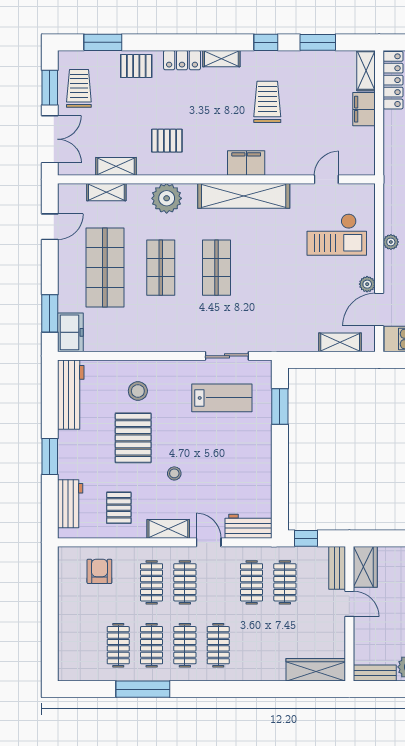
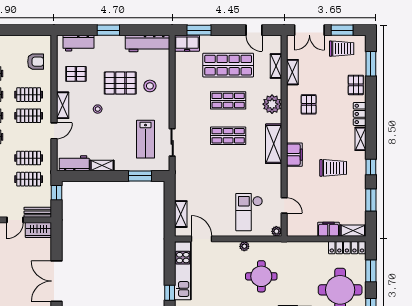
shelving: (244, 196) -> (274, 144), width x0.68
plant: (367, 284) -> (276, 231), moved
shelving: (263, 467) -> (102, 166), added
workbench: (249, 526) -> (74, 163), moved, turned -90

